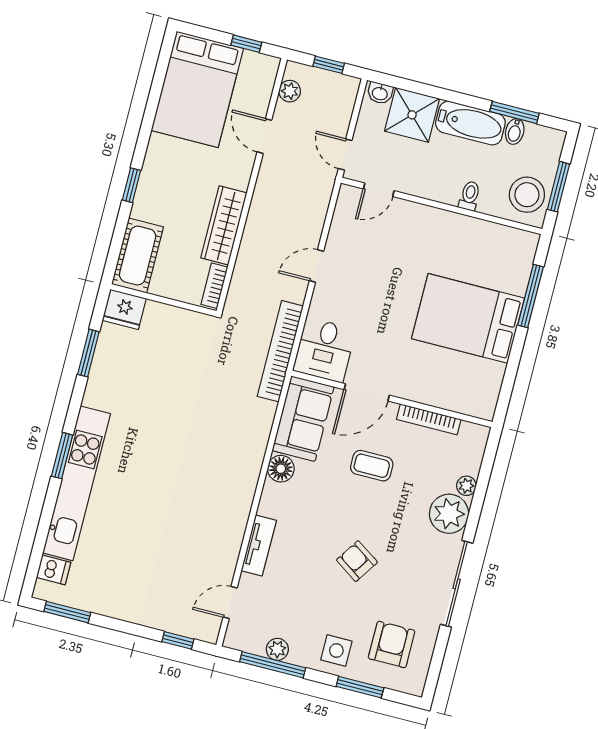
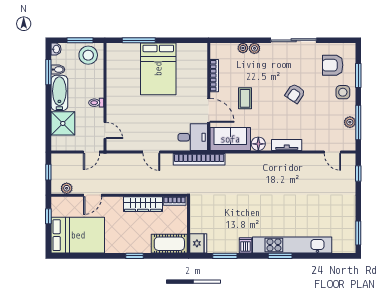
washbasin: (380, 93) -> (56, 49), moved
toilet: (470, 196) -> (96, 103), moved
plant: (449, 514) -> (254, 48), width x0.53, depth x0.53
tv unit: (259, 545) -> (287, 145), moved
dishwasher: (53, 570) -> (245, 245), moved

